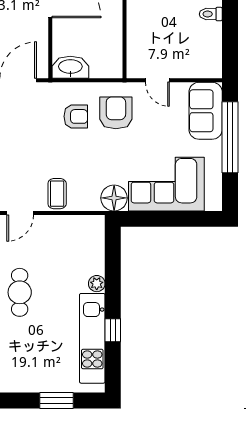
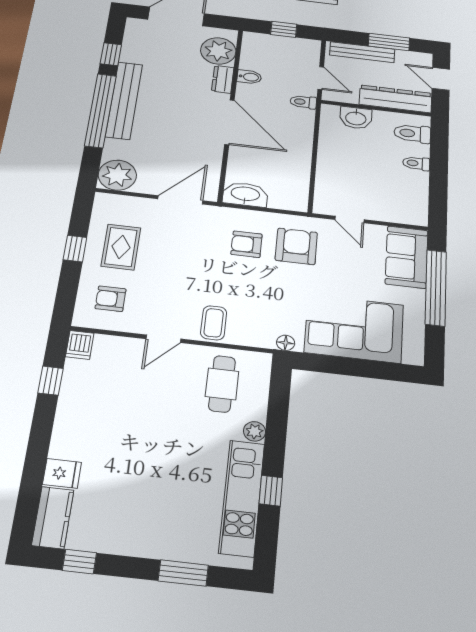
armchair: (76, 116) -> (246, 244), turned 180
floor lamp: (114, 198) -> (286, 343), width x0.53, depth x0.53
cafe table: (20, 292) -> (222, 384), moved

